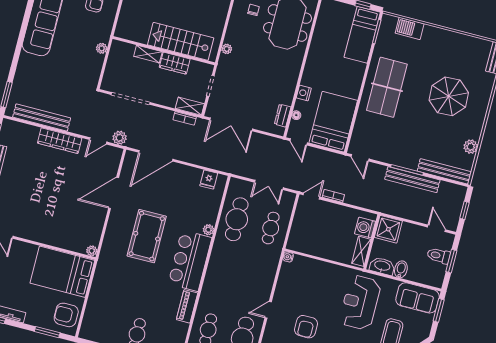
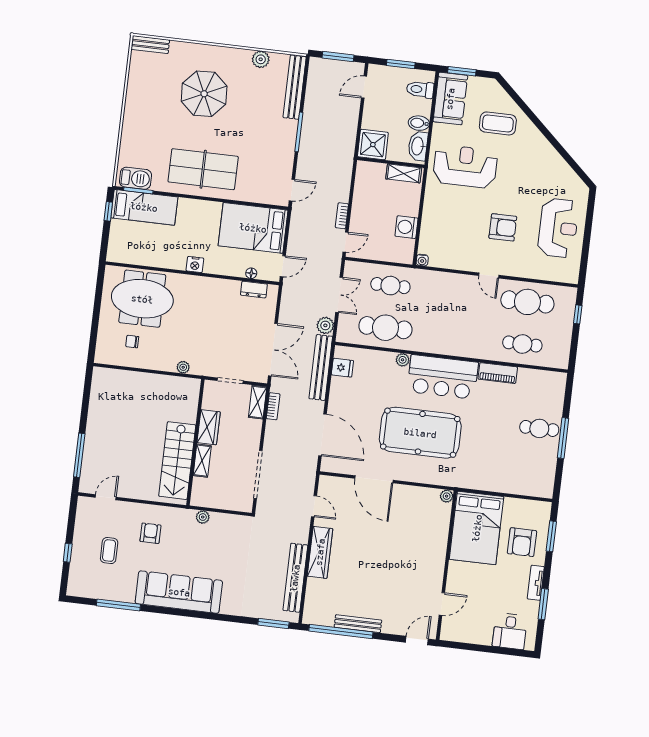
barbecue: (410, 28) -> (135, 178), moved, turned -90
stairs: (181, 41) -> (177, 461), moved
nightstand: (304, 93) -> (195, 264), moved
plant: (120, 138) -> (325, 325), moved
bench: (412, 180) -> (321, 367), moved
door: (311, 196) -> (346, 242), swing flipped
window: (464, 210) -> (338, 56), width x1.50
washing machine: (365, 228) -> (407, 227), moved, turned 90
pool table: (147, 236) -> (420, 433), width x1.36, depth x1.32
toilet: (439, 256) -> (420, 89), moved, turned 90
reception desk: (360, 302) -> (465, 166), turned 180
armchair: (66, 315) -> (522, 542), moved

